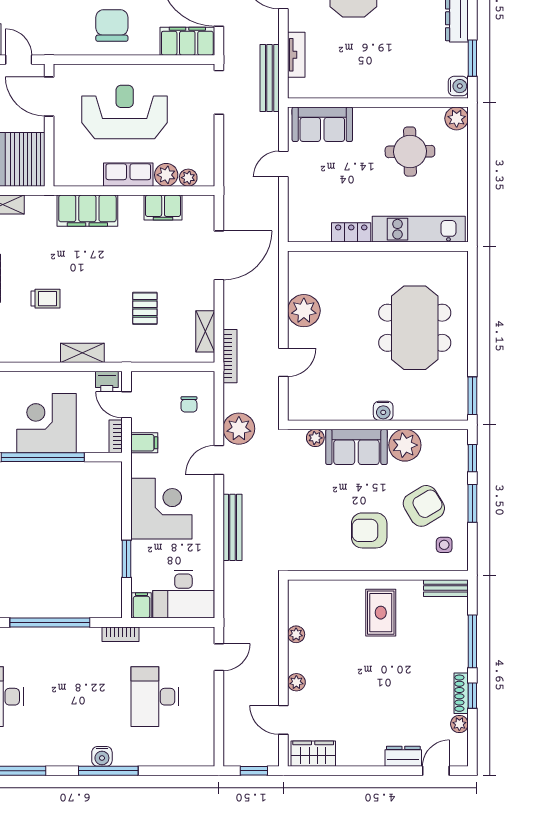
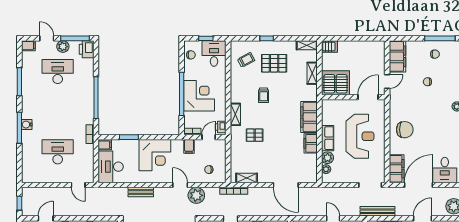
filing cabinet: (163, 208) -> (311, 143), moved
pallet: (145, 308) -> (255, 135), moved
bench: (232, 527) -> (141, 192), width x0.73

